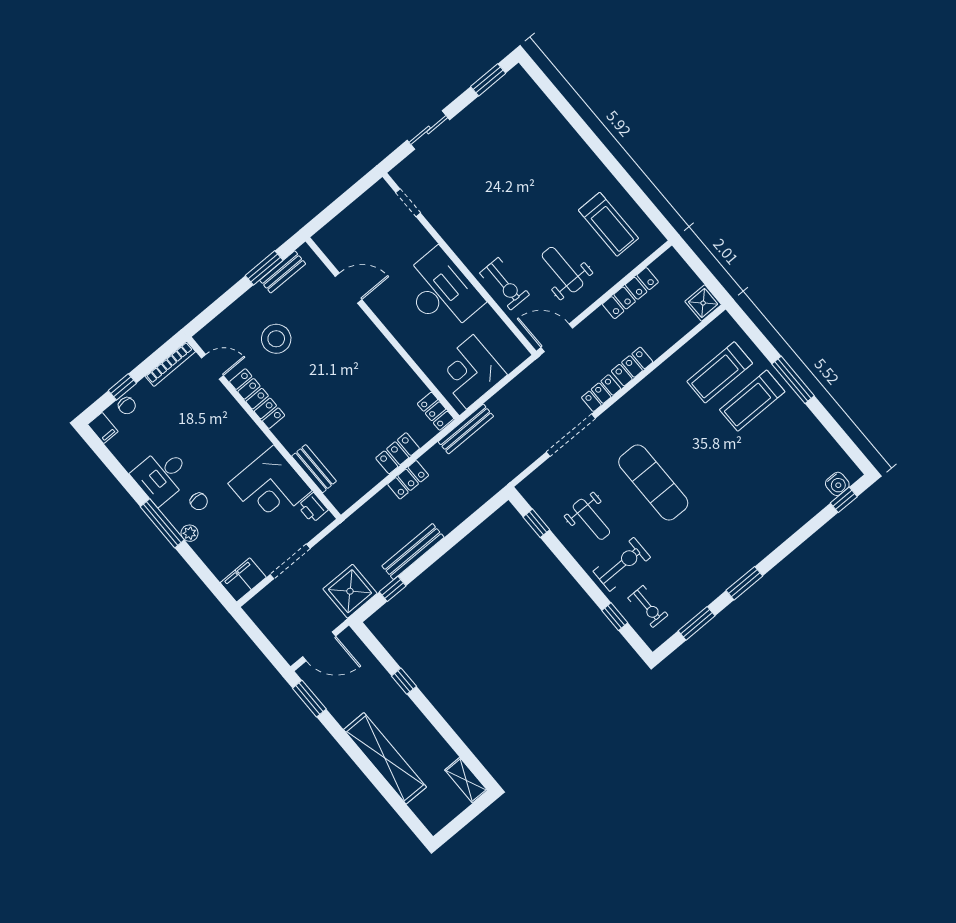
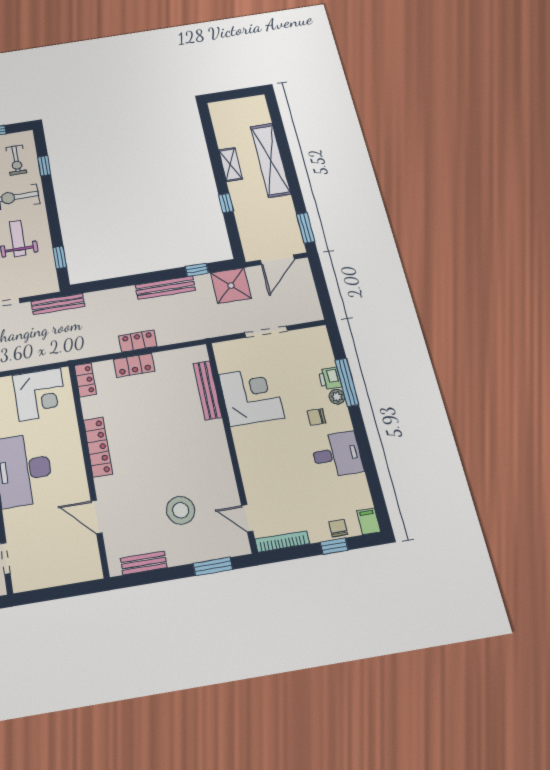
window: (264, 268) -> (213, 567), moved
locker: (257, 399) -> (98, 447), moved, turned 180
bench: (466, 429) -> (58, 304), moved
bench: (314, 469) -> (208, 390), width x1.36
chair: (199, 501) -> (316, 417), turned -90
printer: (313, 508) -> (330, 378), moved, turned 180
window: (162, 523) -> (347, 382), moved
filing cabinet: (243, 580) -> (312, 338), removed
exercise bike: (648, 606) -> (16, 160), turned 180
door: (319, 646) -> (277, 260), swing flipped
shelving: (466, 780) -> (230, 164), moved

